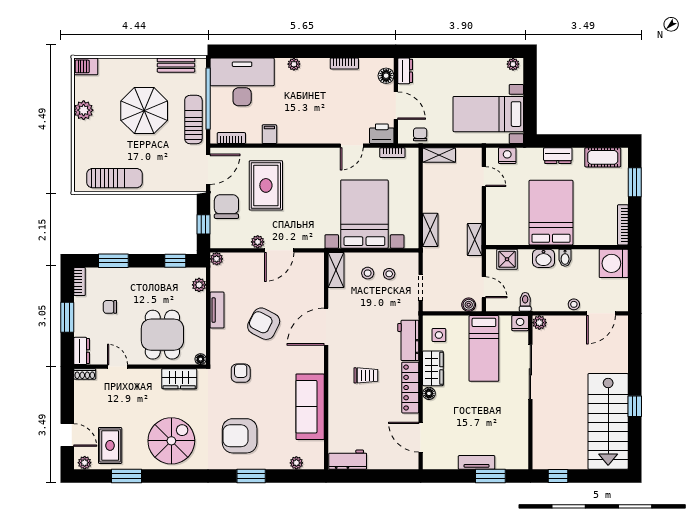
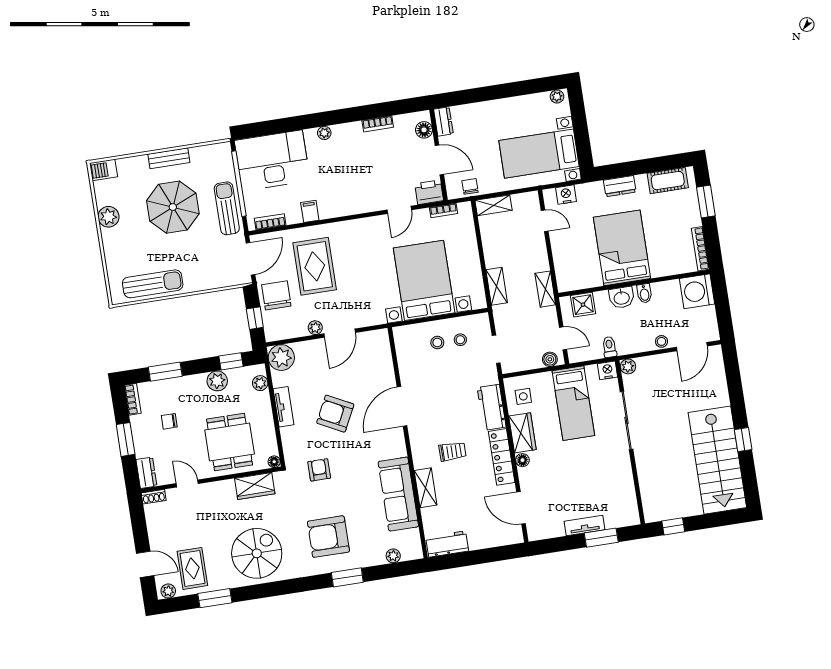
bench: (176, 65) -> (169, 158), moved
plant: (217, 259) -> (281, 358), width x1.88, depth x1.88
shelving: (336, 270) -> (426, 488), moved
plant: (160, 277) -> (217, 381), added

